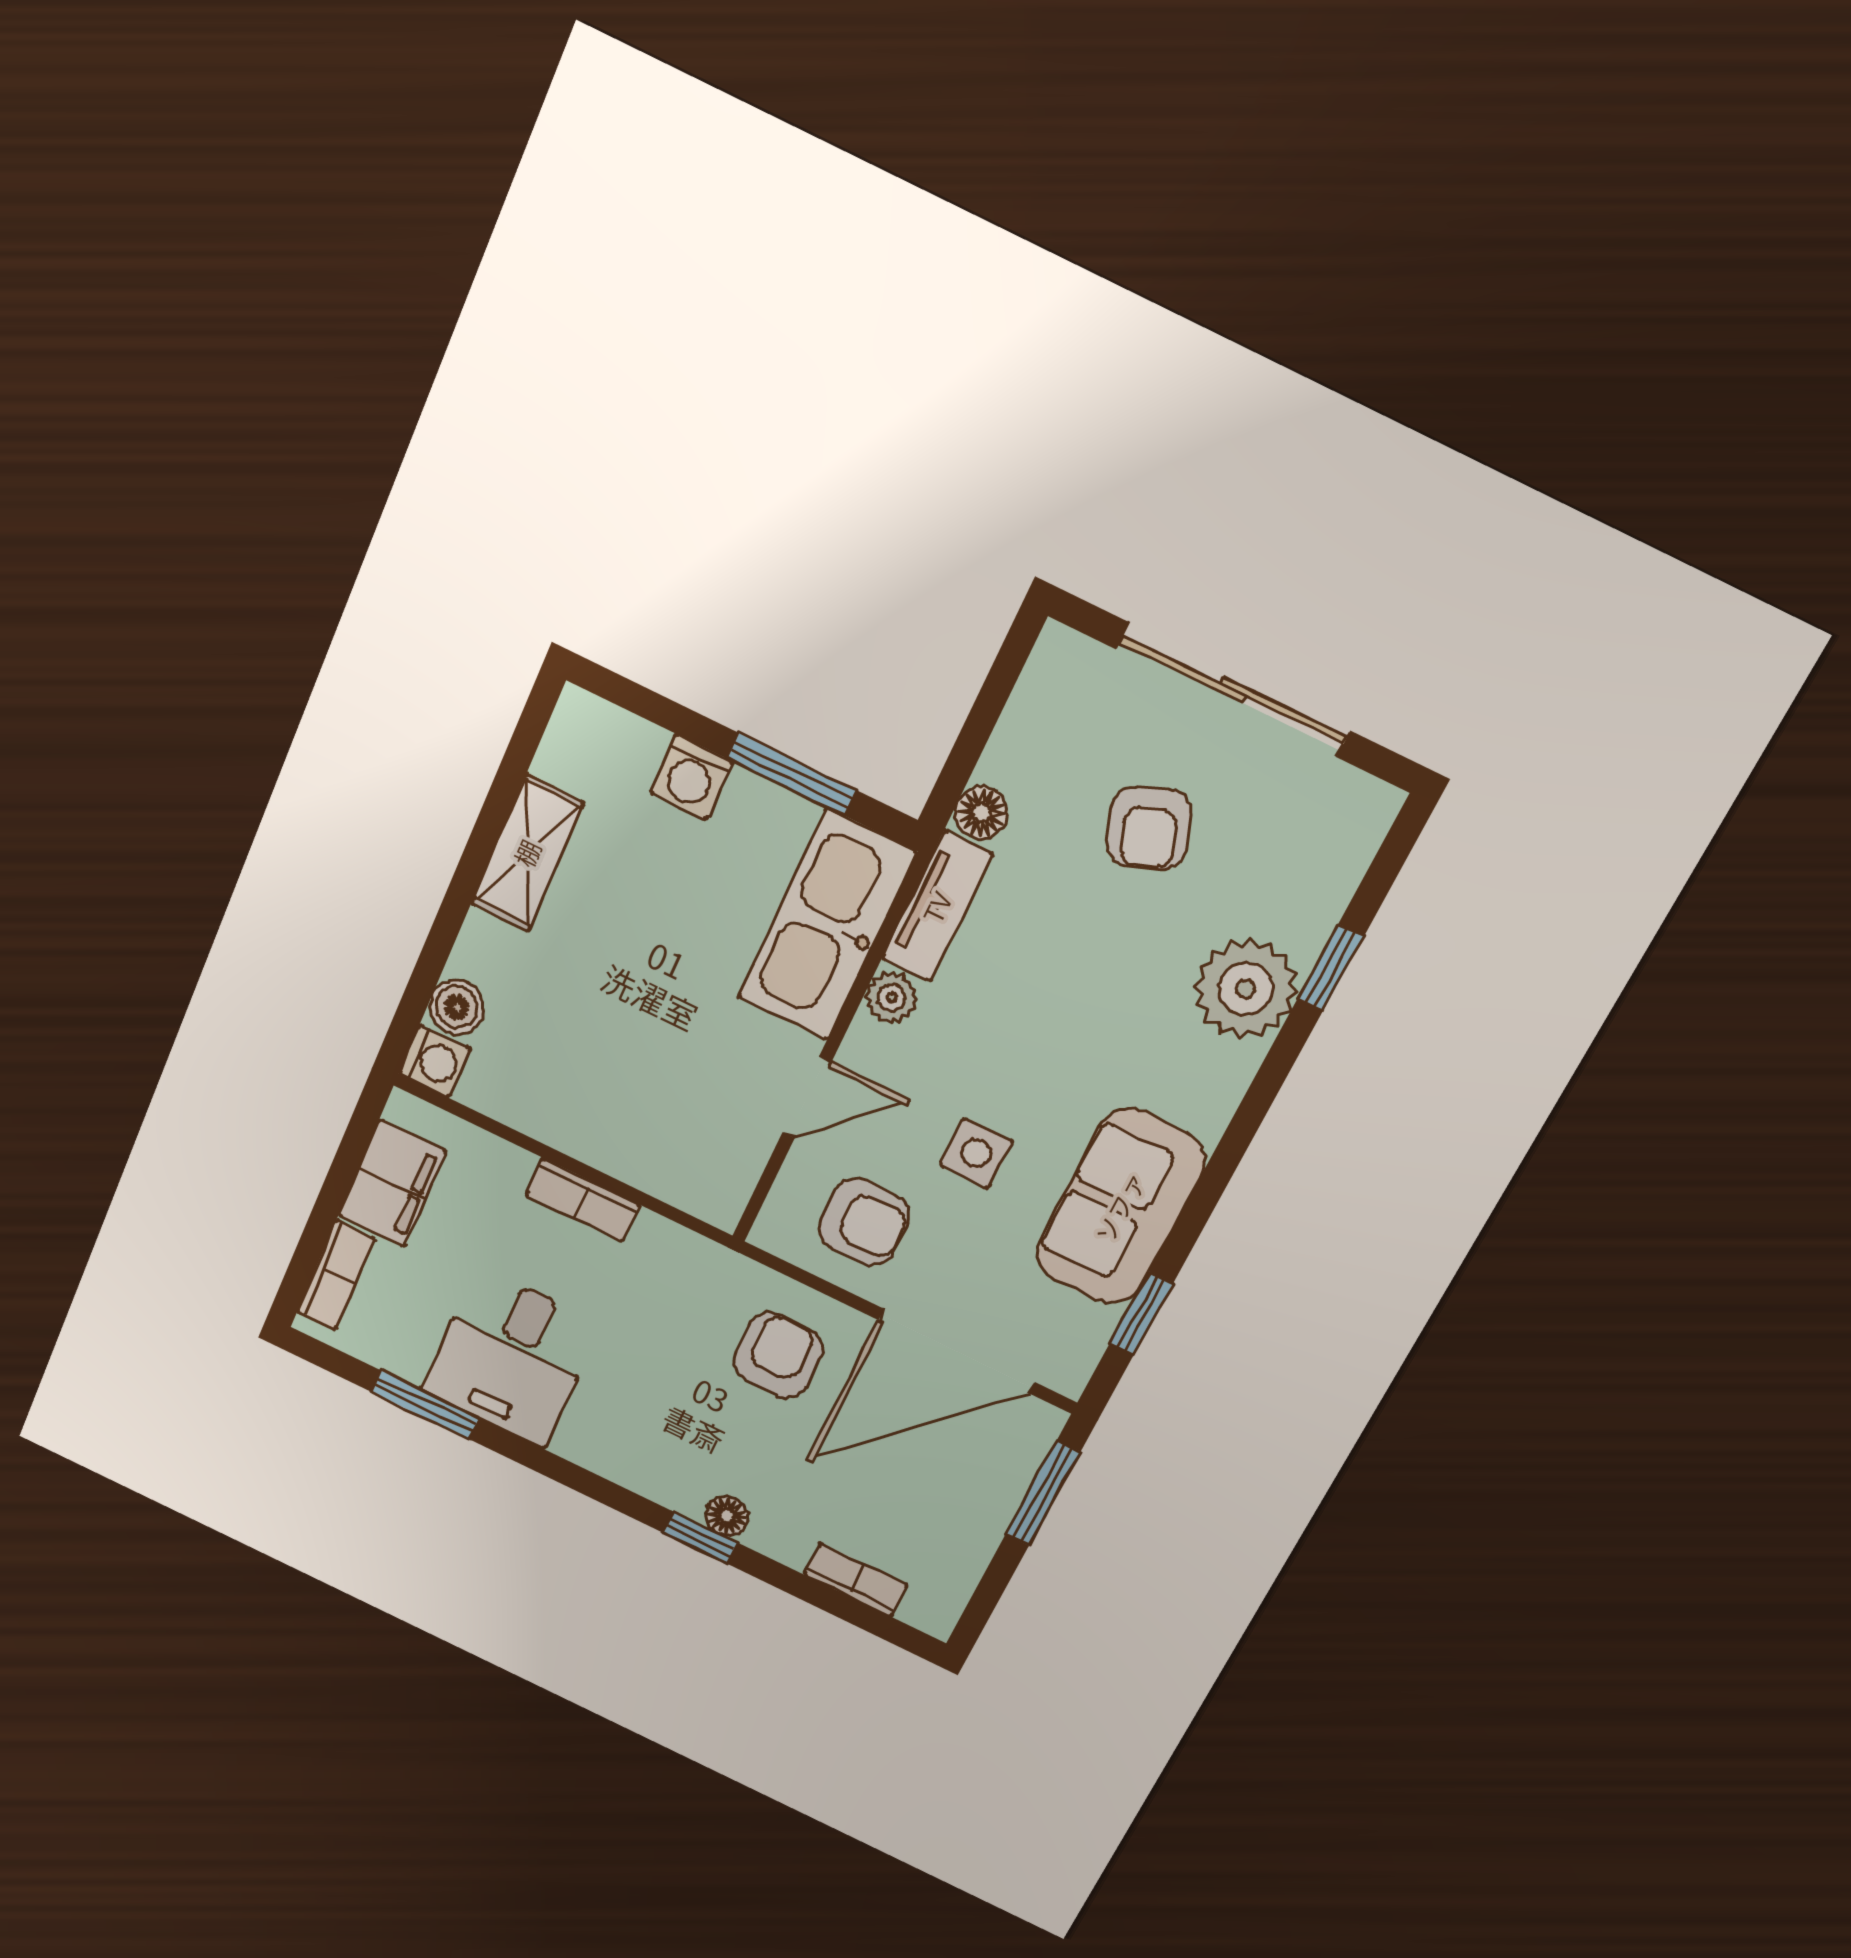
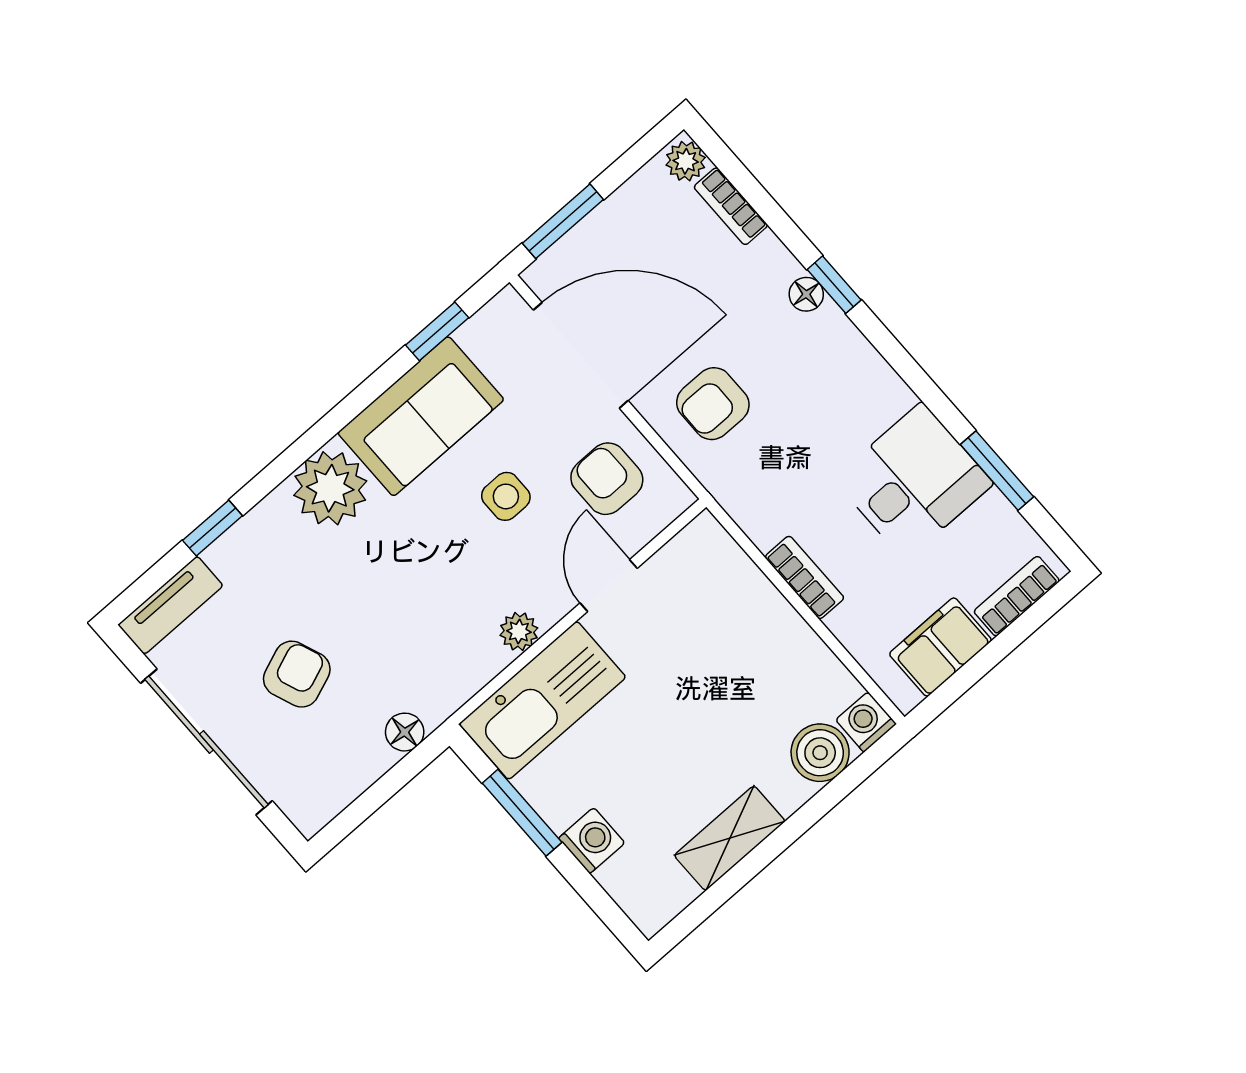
tv unit: (937, 907) -> (171, 605), moved, turned 180
plant: (1246, 989) -> (330, 488), moved
boiler: (457, 1007) -> (820, 753), width x1.36, depth x1.36
door: (807, 1097) -> (609, 586), hinge flipped
plant: (929, 1610) -> (686, 161), added

